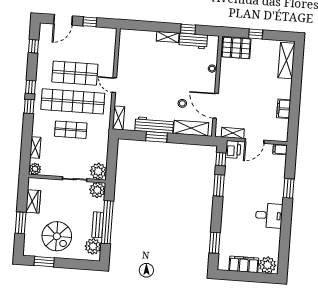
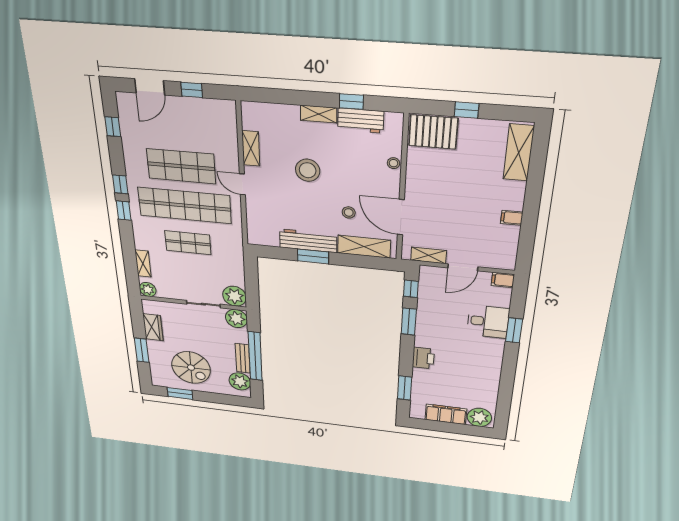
stool: (158, 74) -> (308, 170), added
filing cabinet: (284, 109) -> (512, 218), width x0.50
shelving: (119, 118) -> (251, 148), moved
printer: (233, 149) -> (423, 358), moved
desk: (269, 215) -> (488, 322), moved

